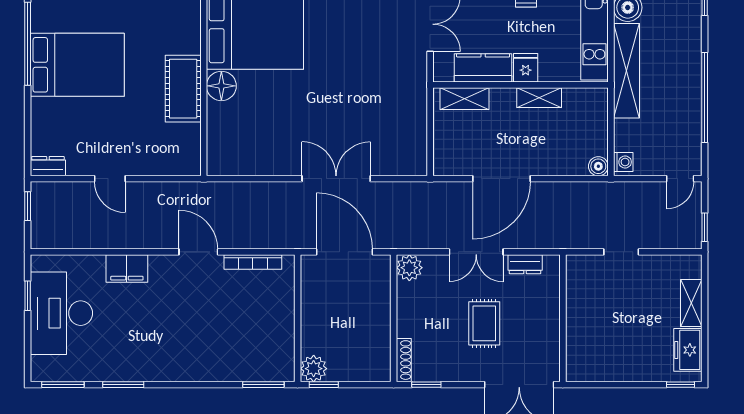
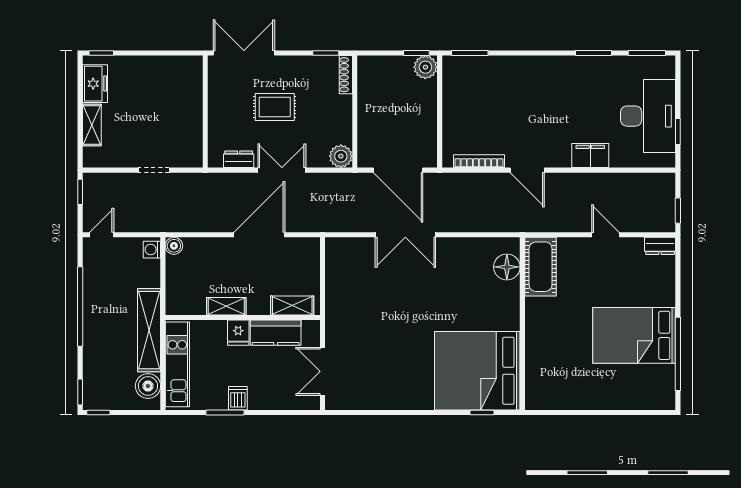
floor lamp: (221, 86) -> (507, 267), moved
cot: (183, 89) -> (541, 267), moved
rug: (484, 323) -> (275, 107), turned 90

